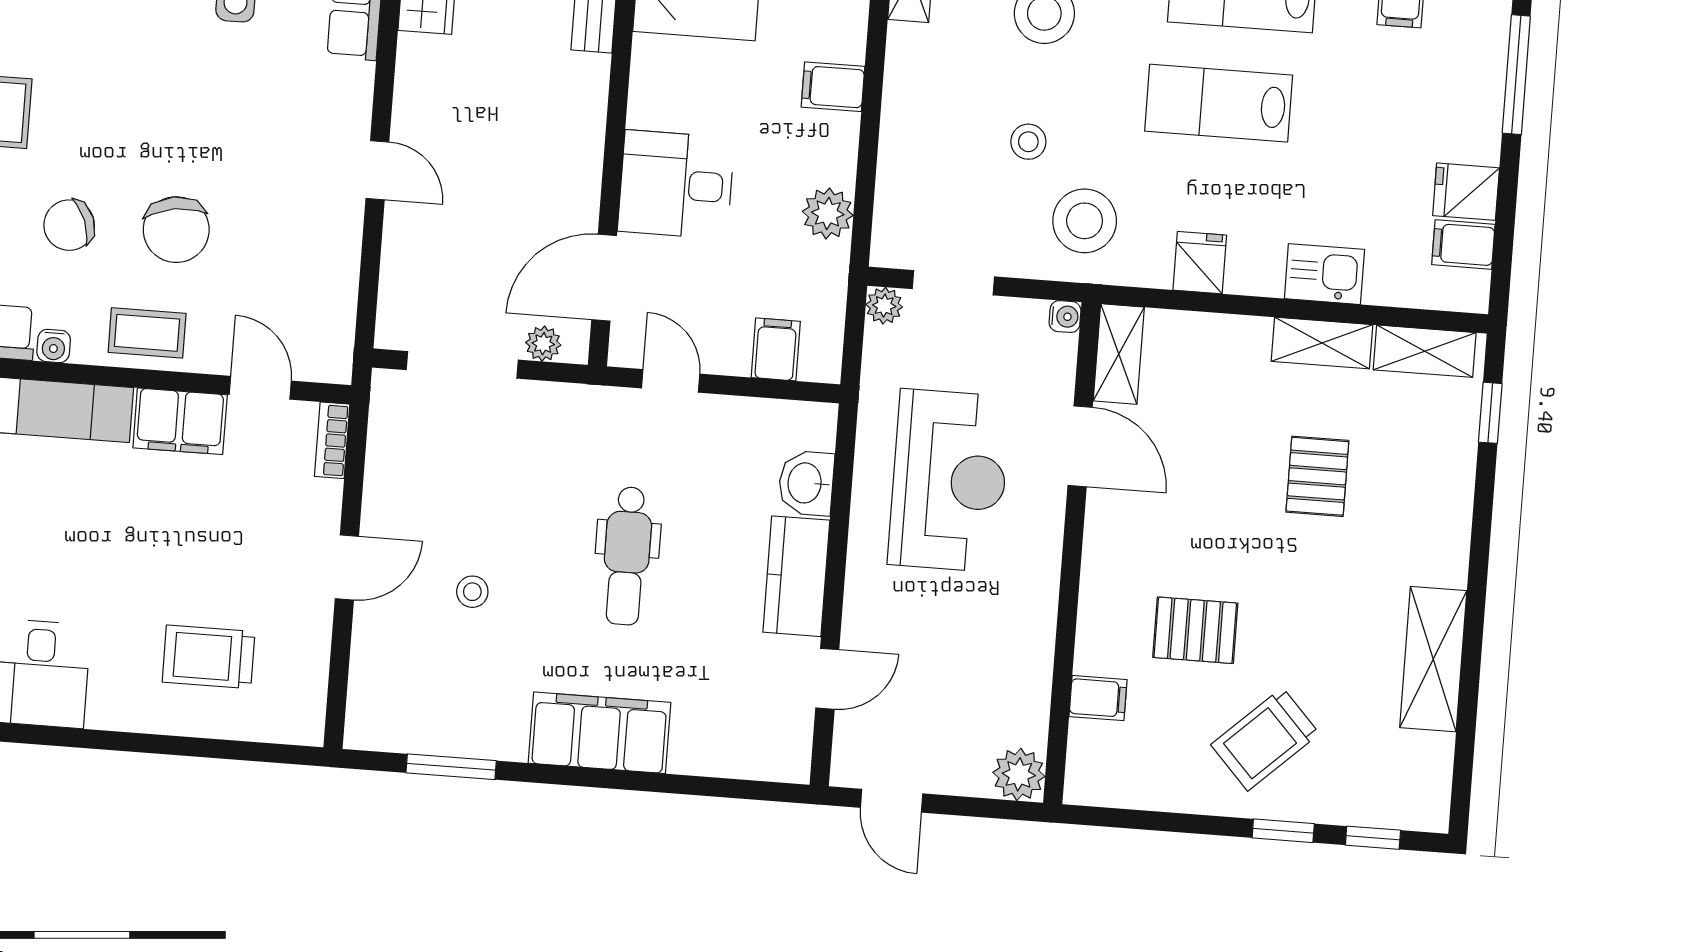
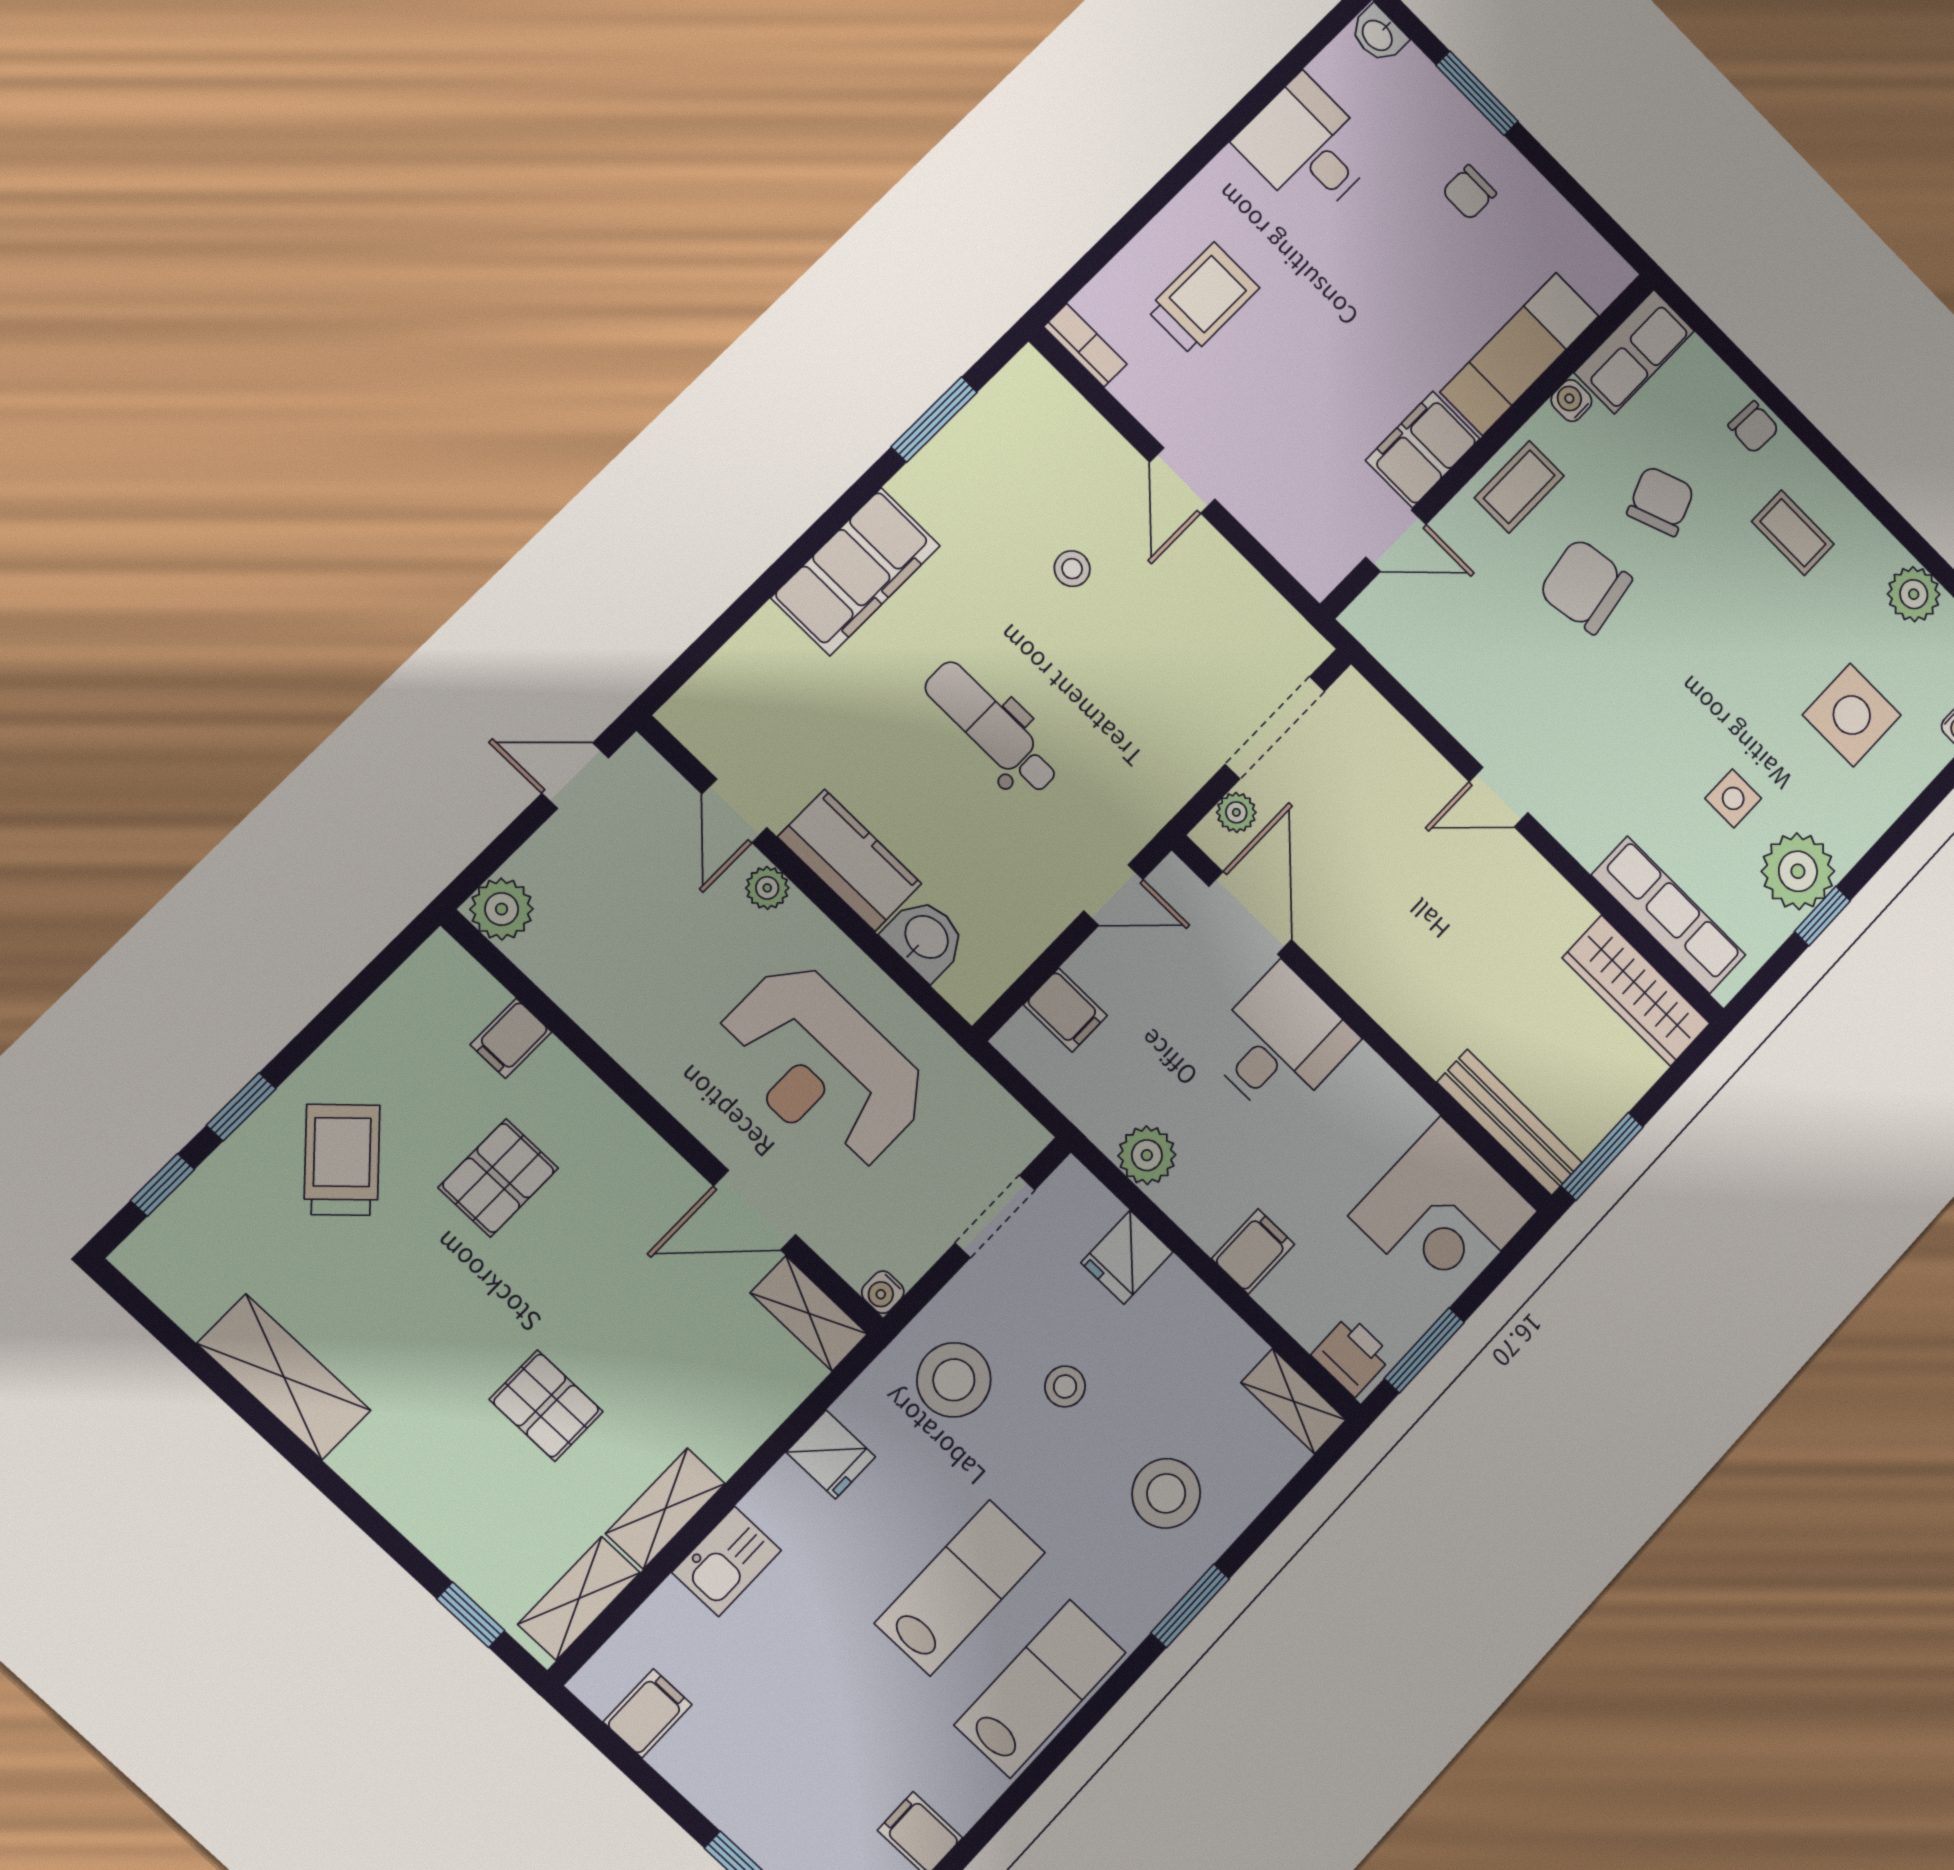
fridge: (1466, 192) -> (1127, 1257), moved, turned 180
plant: (884, 306) -> (767, 888), moved
bookcase: (332, 440) -> (1085, 345), moved

